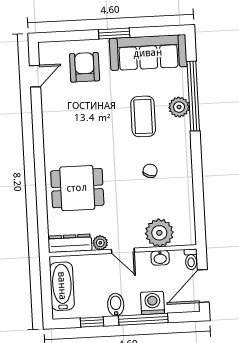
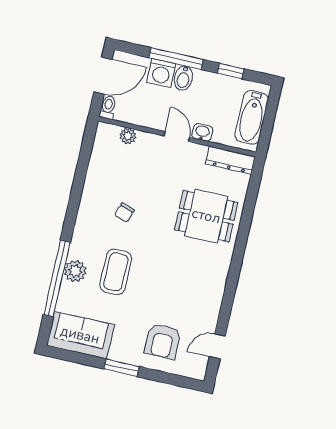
sofa: (148, 53) -> (80, 335), width x0.73
plant: (159, 233) -> (128, 136), width x0.53, depth x0.53
plant: (100, 243) -> (198, 152), removed
washbasin: (160, 258) -> (202, 132), moved
bidet: (116, 305) -> (183, 78), moved

